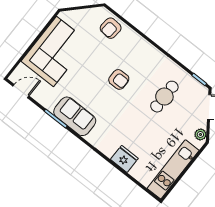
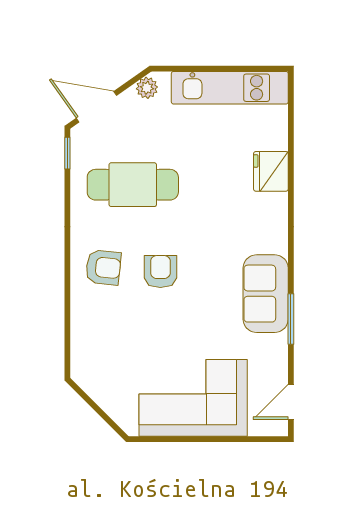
armchair: (111, 28) -> (103, 267), moved
door: (21, 91) -> (291, 402), hinge flipped
cafe table: (164, 97) -> (133, 185), width x1.37, depth x1.35

